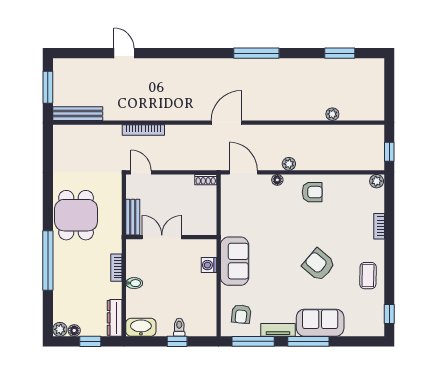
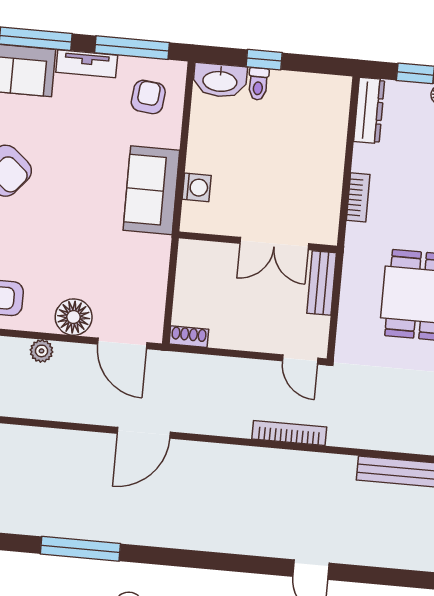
floor lamp: (277, 180) -> (74, 317), width x1.89, depth x1.89
bidet: (134, 283) -> (330, 168), removed
washbasin: (141, 327) -> (220, 80), moved

